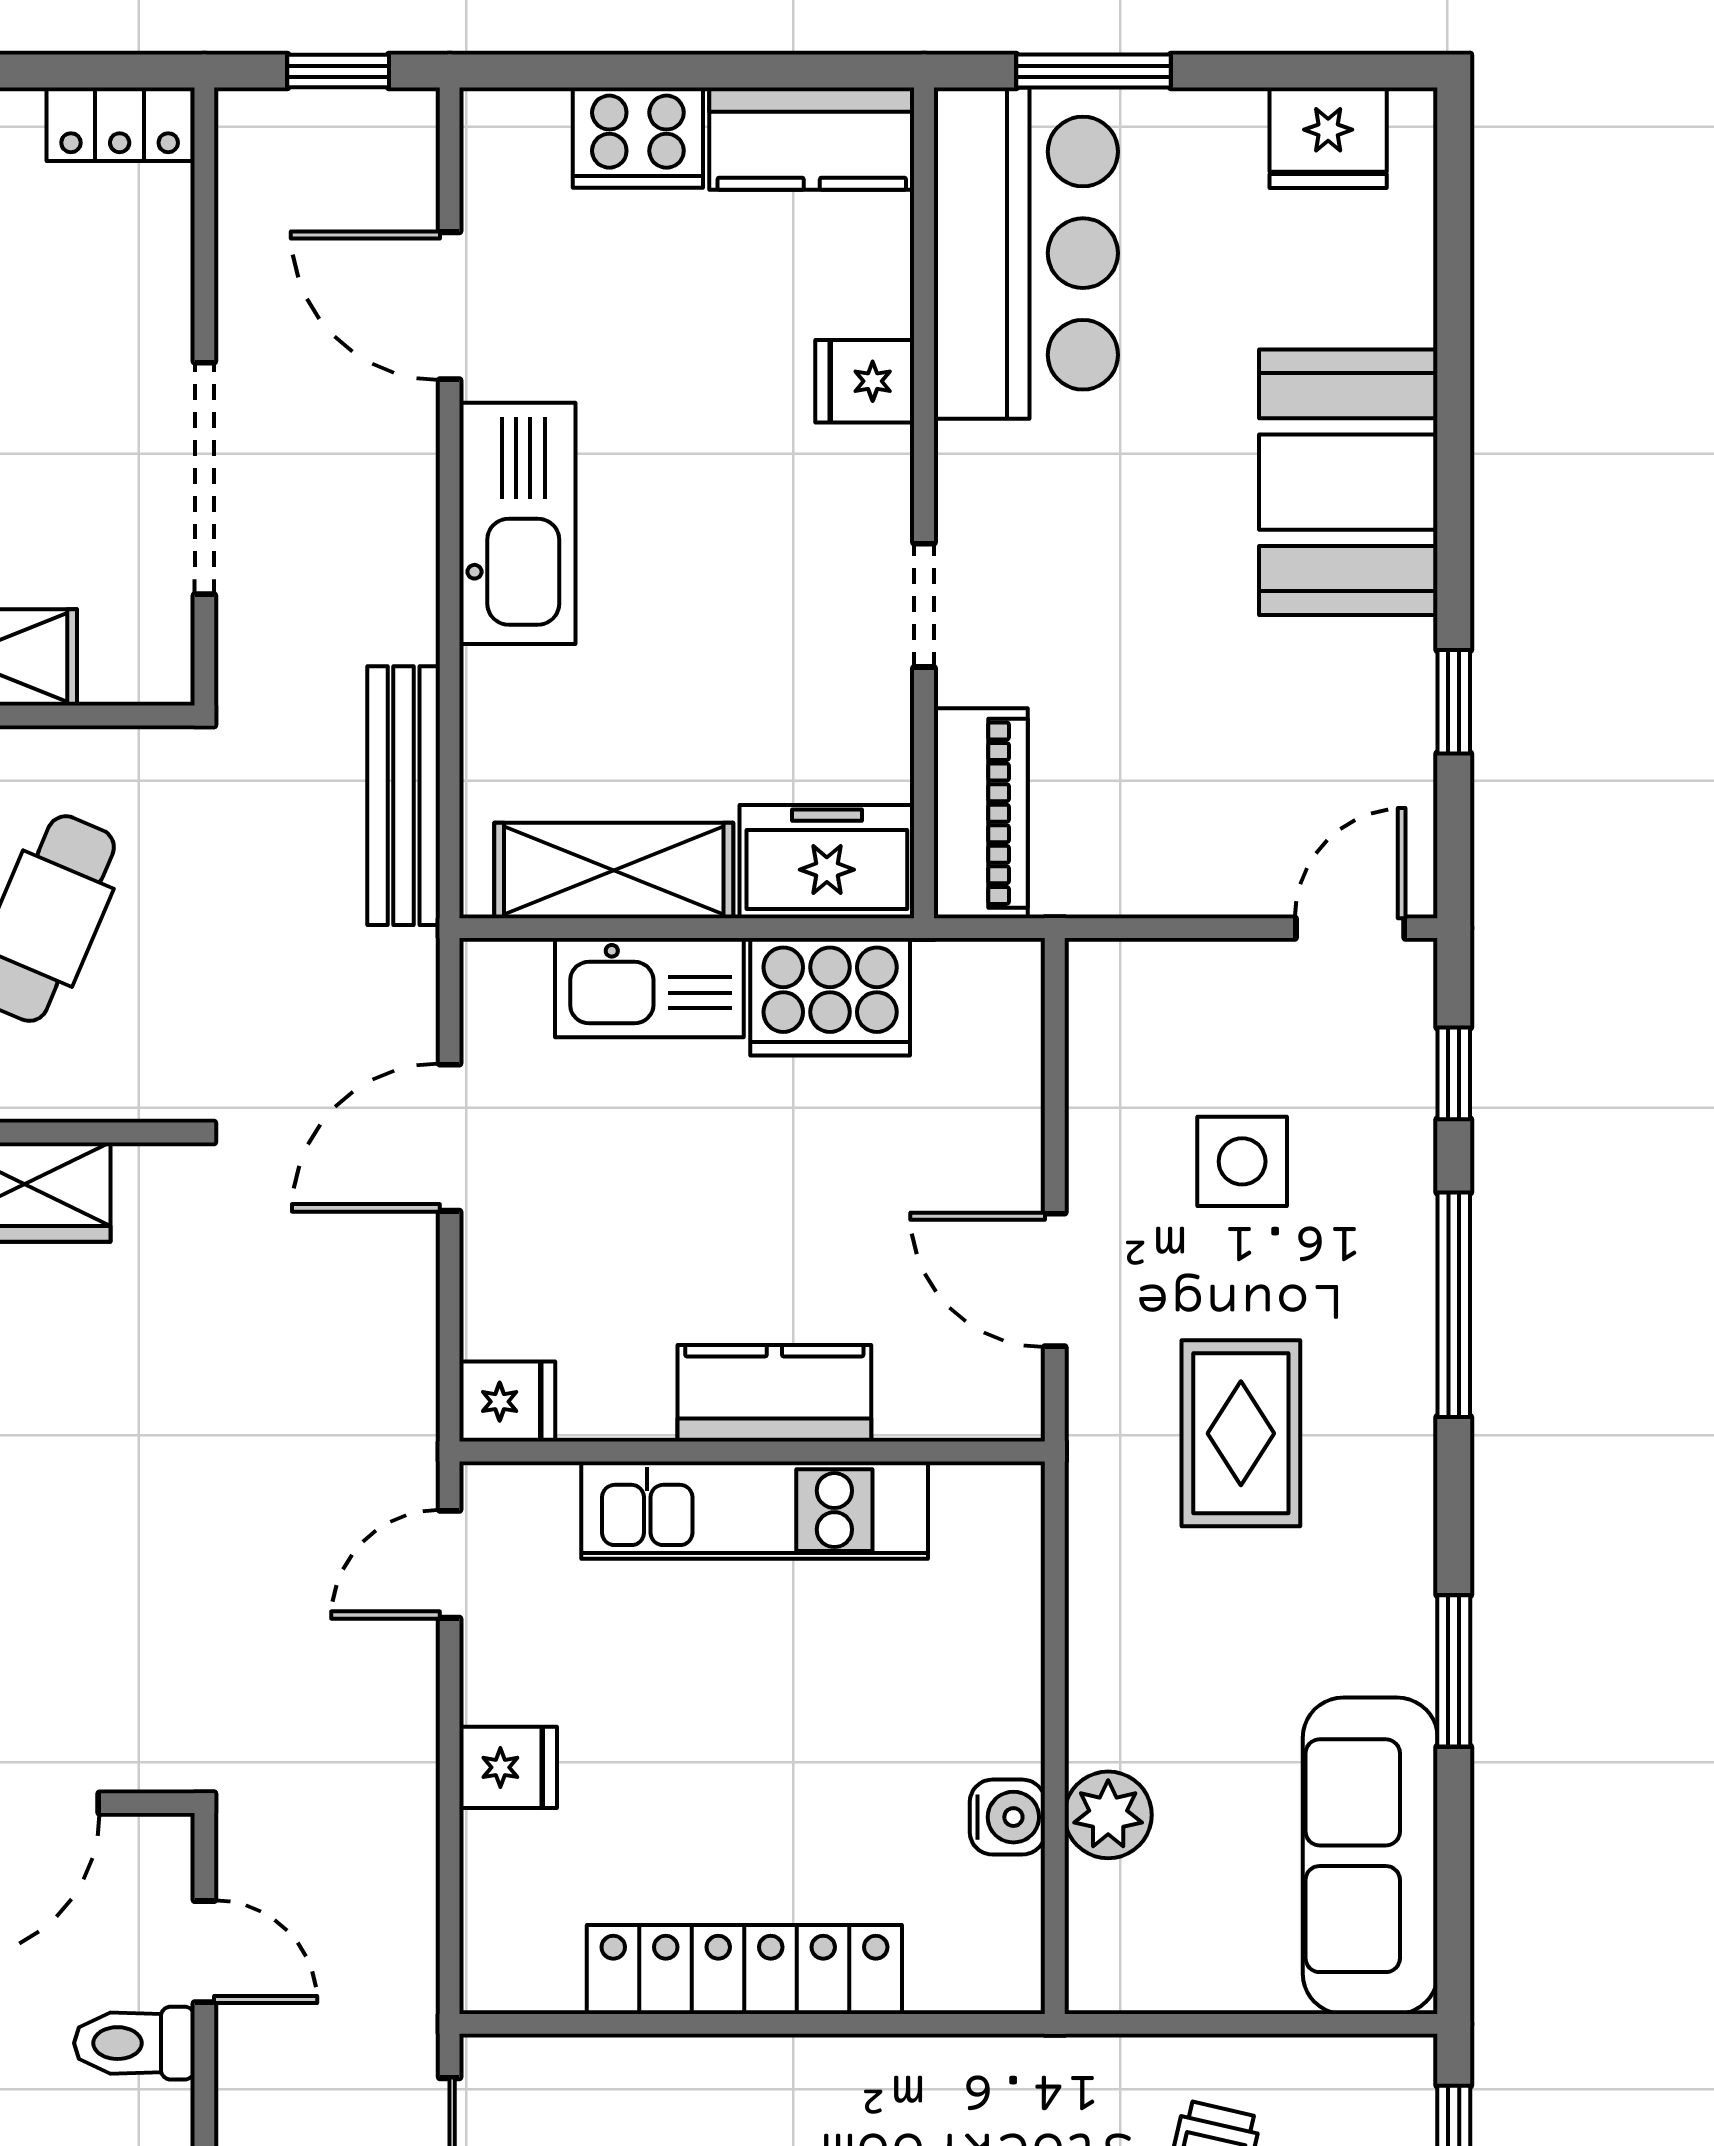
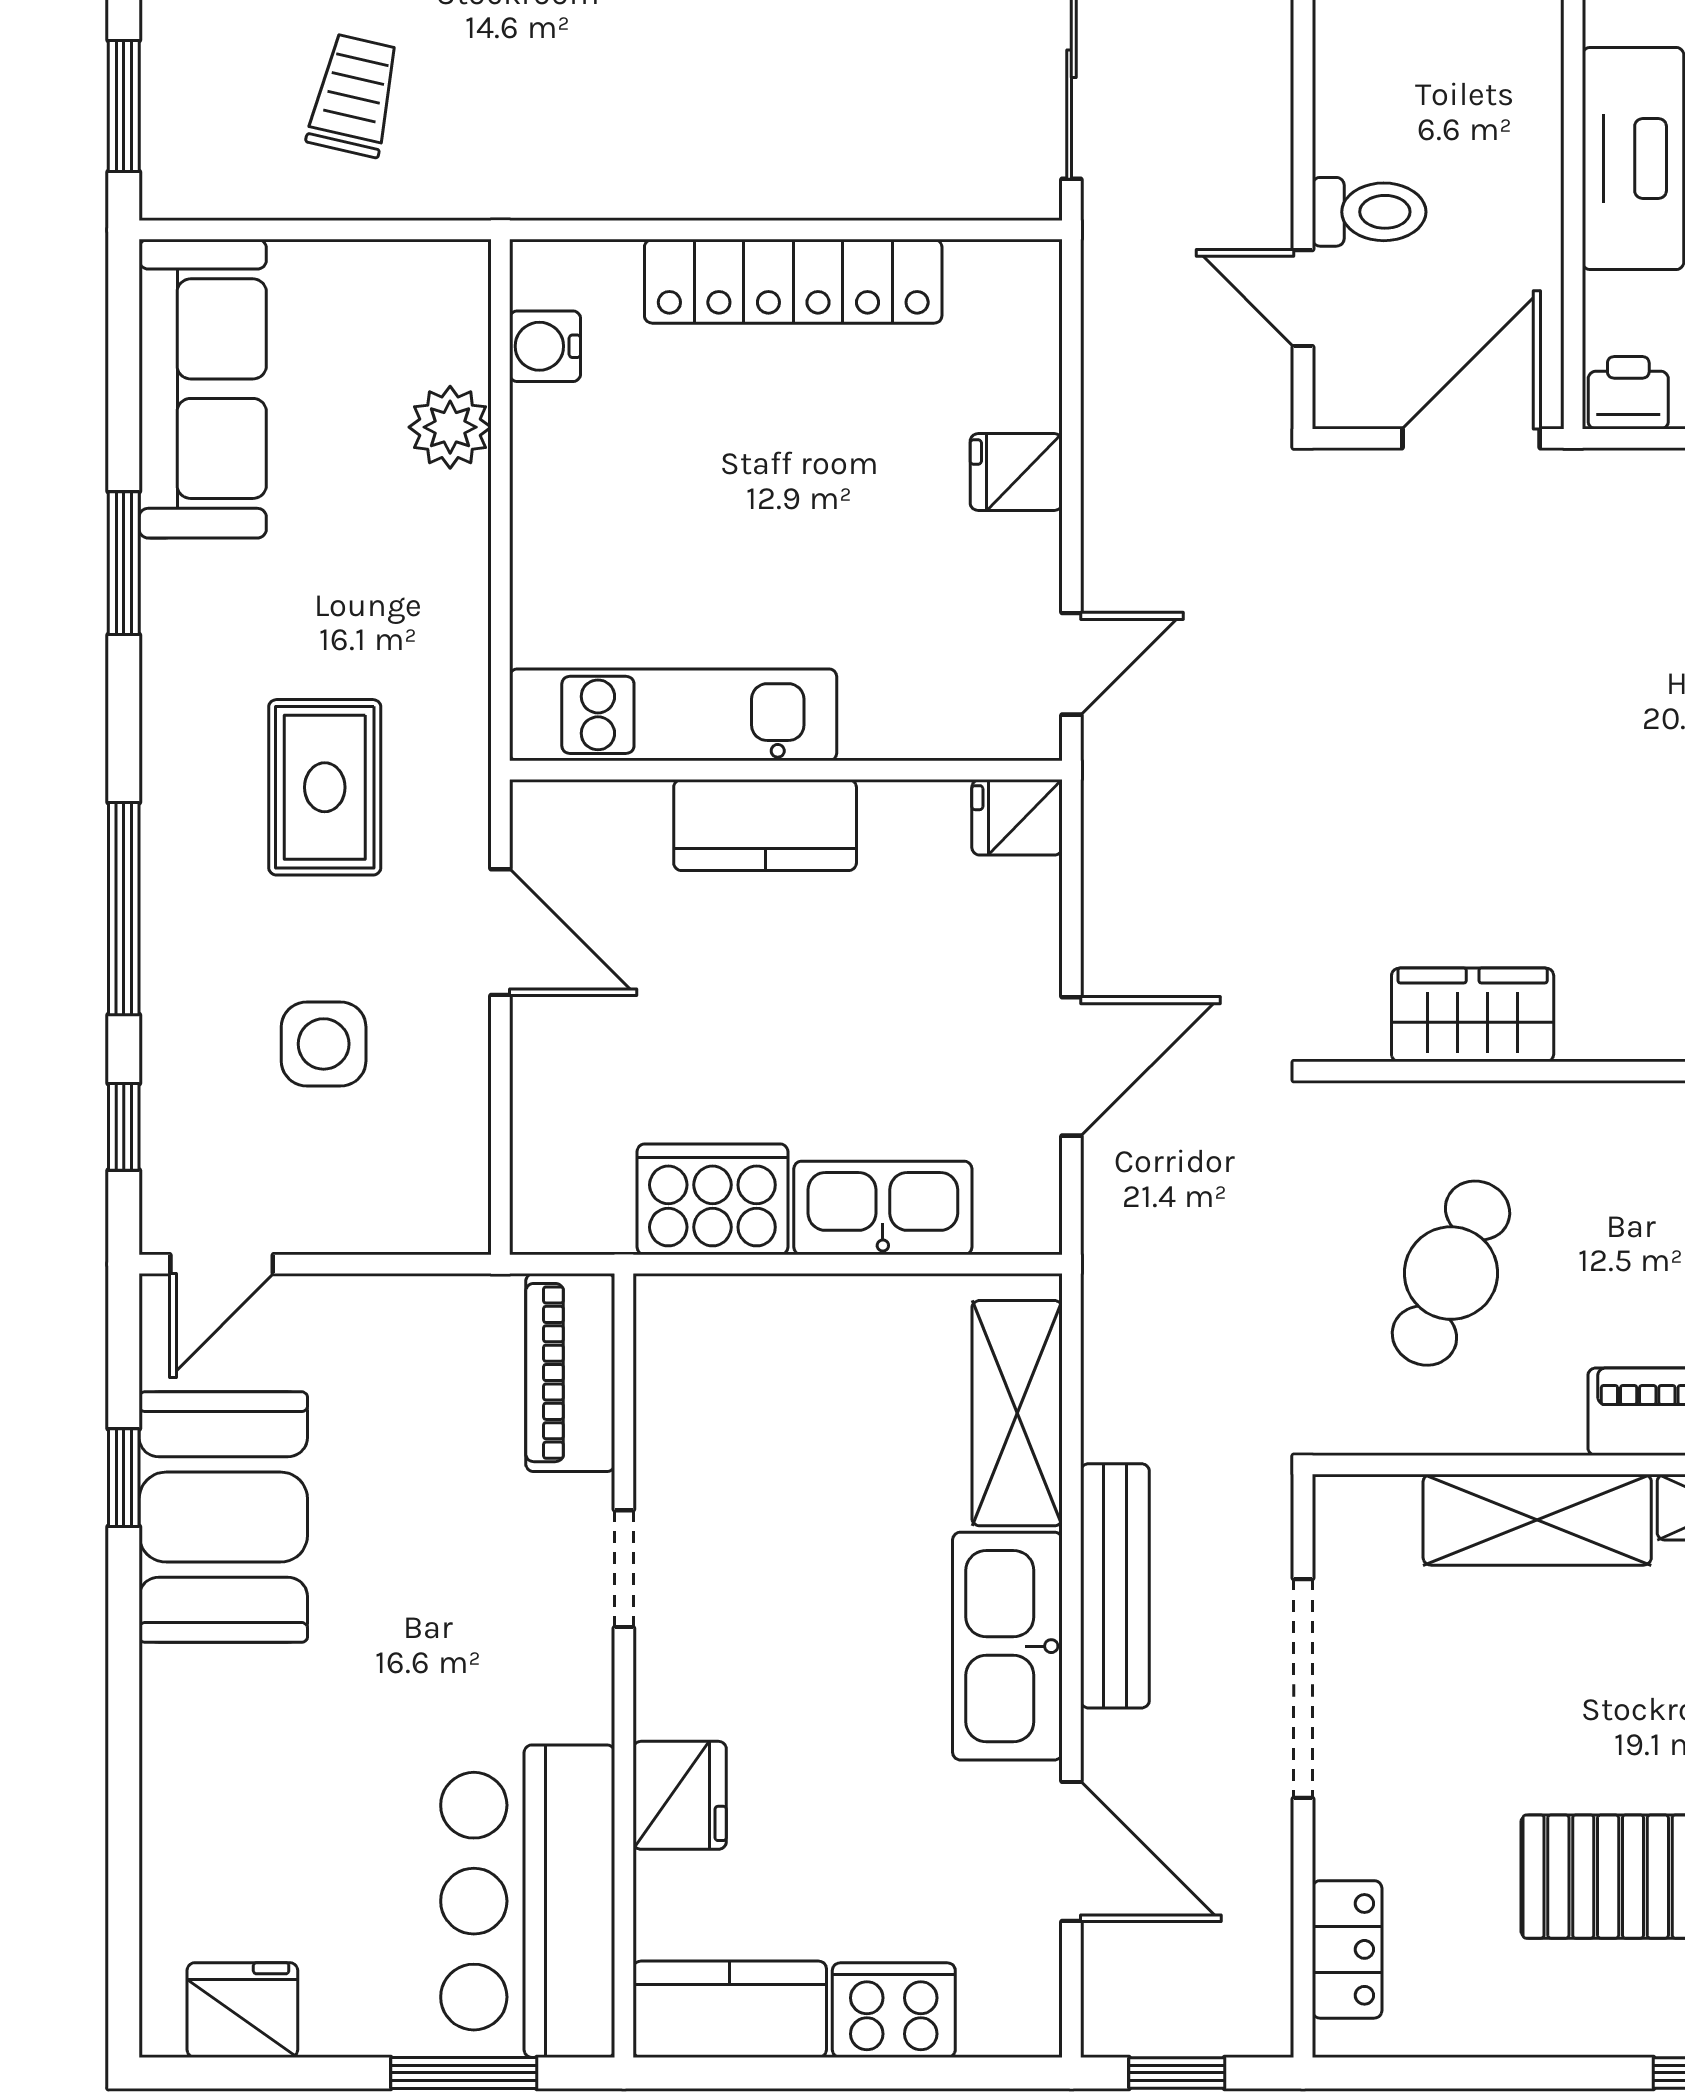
locker: (120, 124) -> (1347, 1949), moved, turned 90
fridge: (865, 381) -> (680, 1795), width x1.38
booth: (1348, 482) -> (223, 1517), moved
bench: (404, 796) -> (1115, 1586), moved
freezer: (827, 862) -> (715, 1327), removed
shelving: (614, 870) -> (1017, 1413), moved, turned 90
kitchen unit: (755, 1510) -> (673, 715), moved
water cooler: (1007, 1817) -> (545, 346), moved

